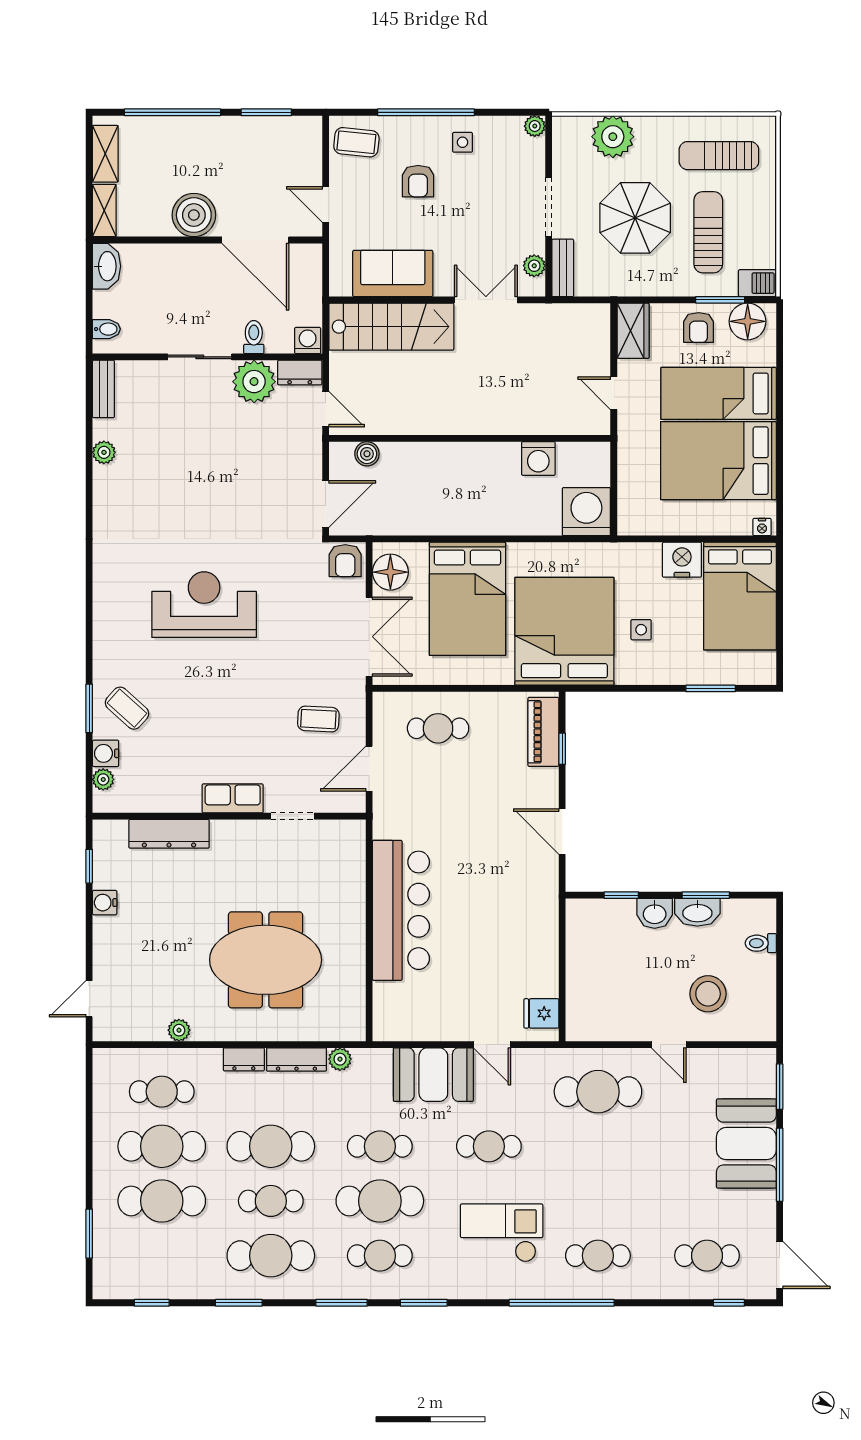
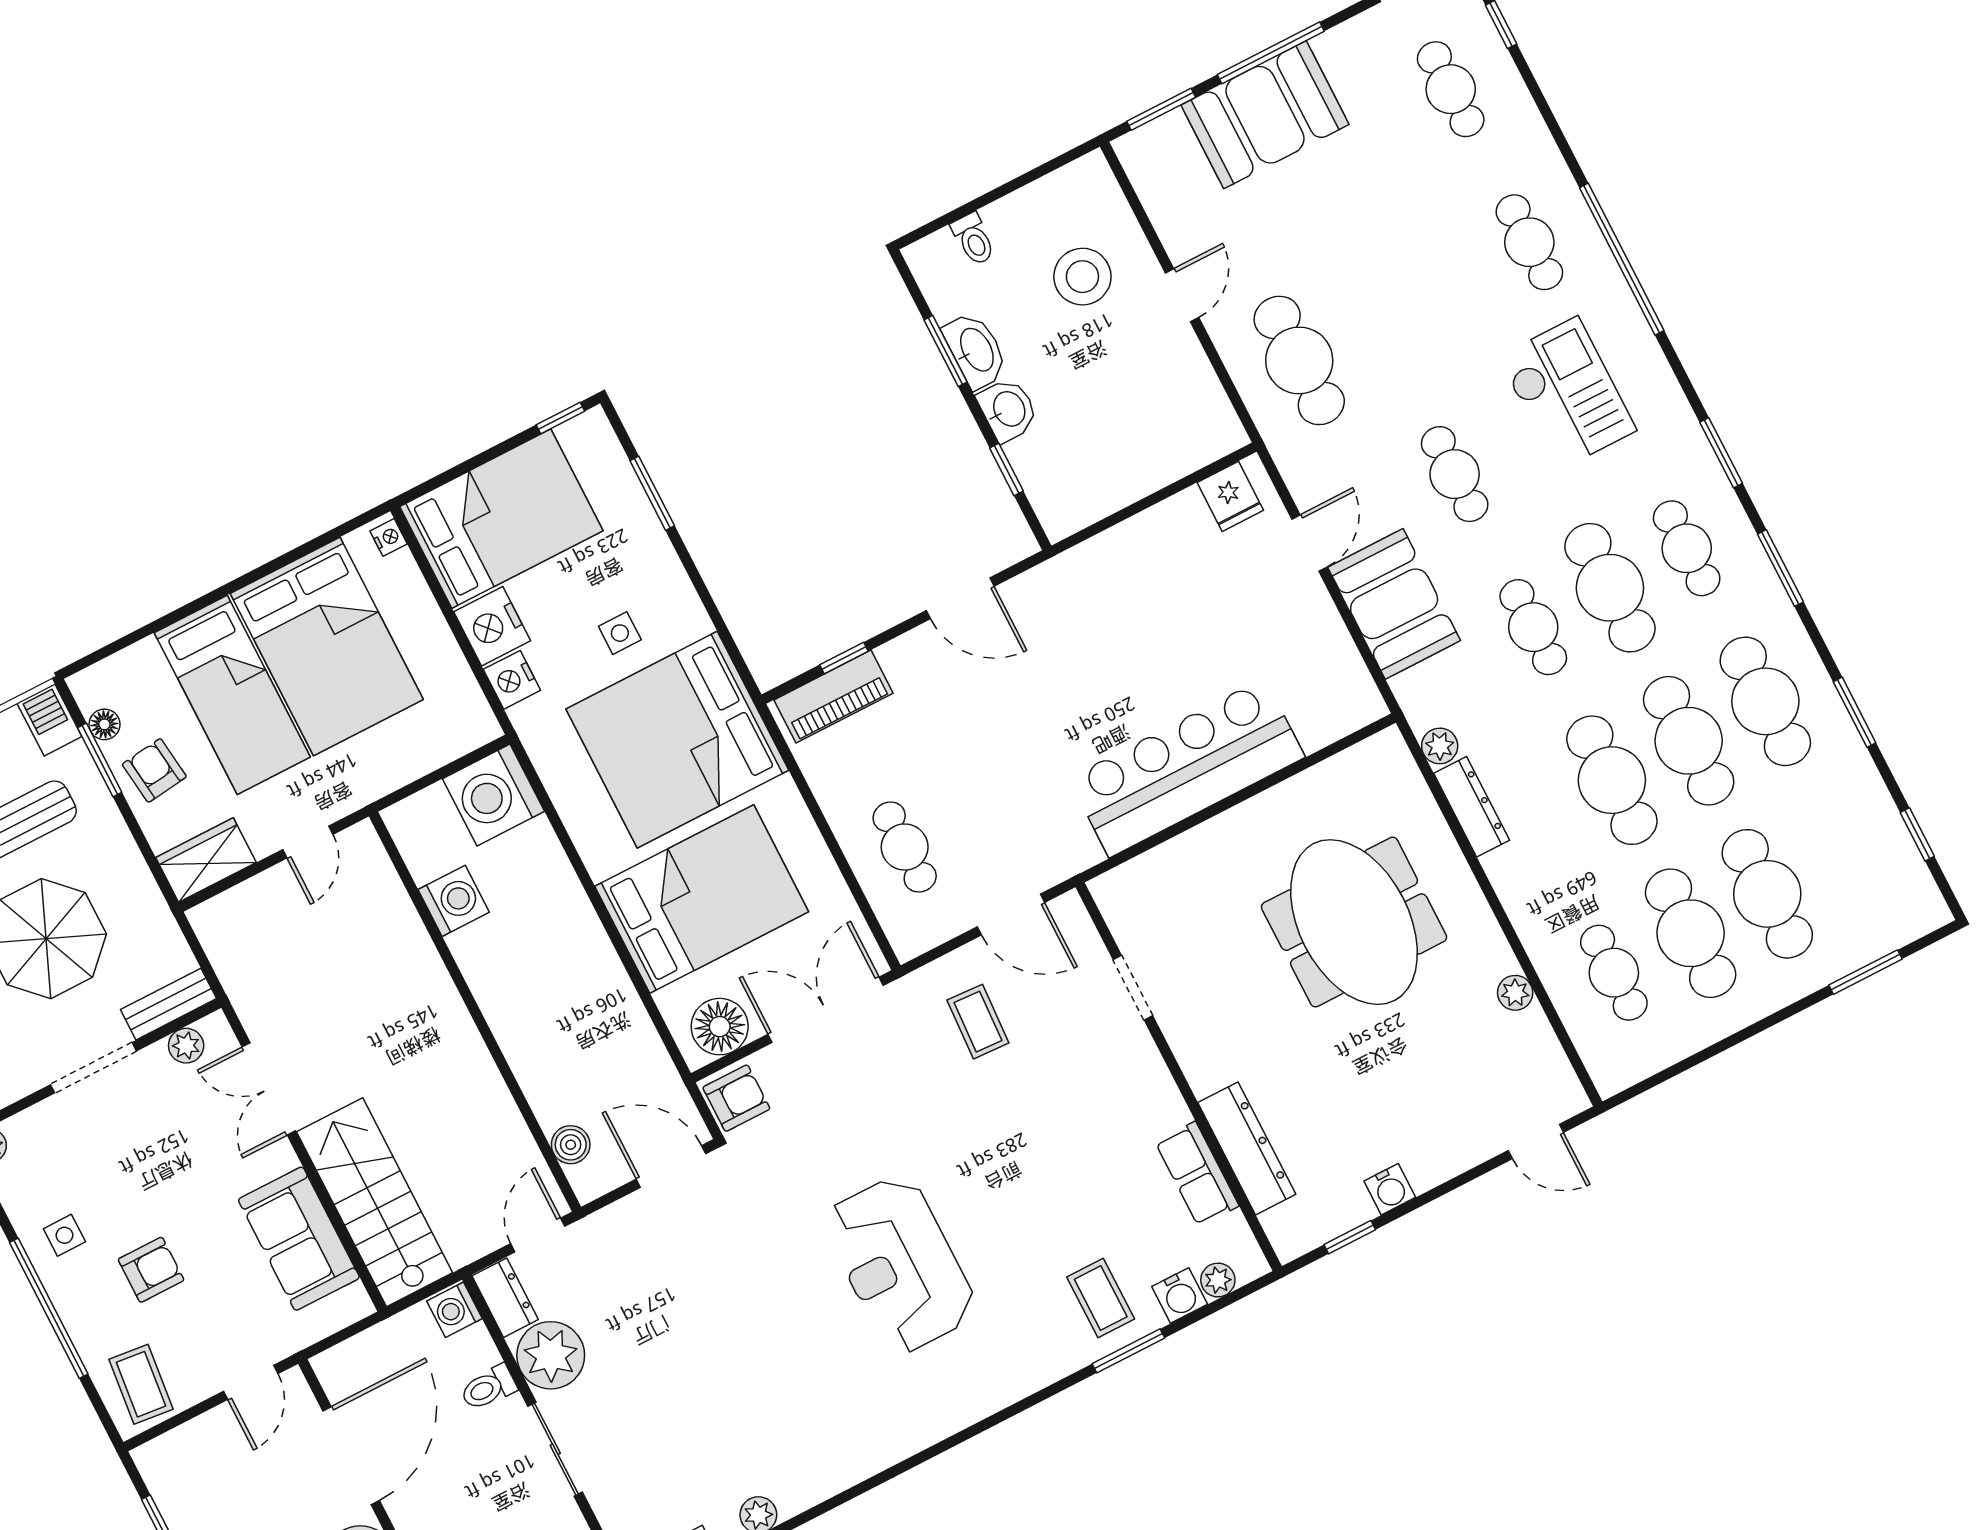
floor lamp: (748, 321) -> (104, 724), width x0.53, depth x0.53
armchair: (699, 328) -> (154, 770), turned -97
nightstand: (646, 555) -> (512, 680), added
window: (780, 659) -> (560, 418), added
coffee table: (127, 708) -> (1101, 1298), turned -42
row of seats: (233, 798) -> (1197, 1174), moved
door: (562, 832) -> (960, 598), hinge flipped
dresser: (244, 1059) -> (1509, 881), removed
cafe table: (271, 1201) -> (1689, 741), width x1.37, depth x1.35
checkout: (502, 1233) -> (1567, 394), turned 180

